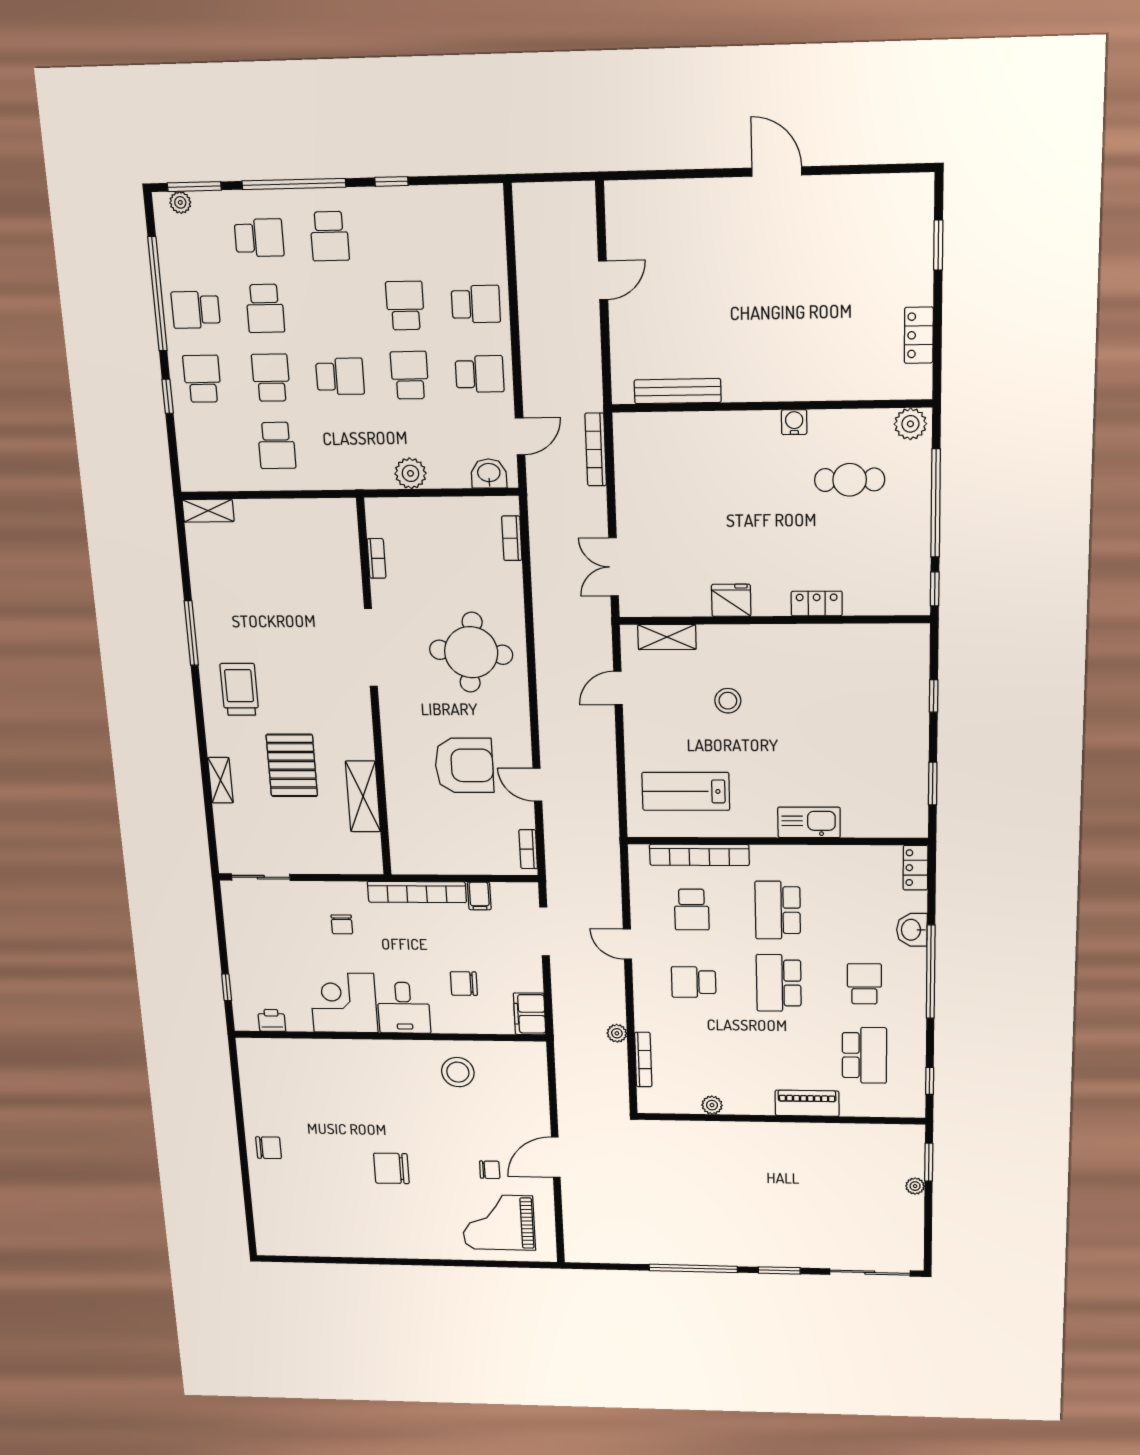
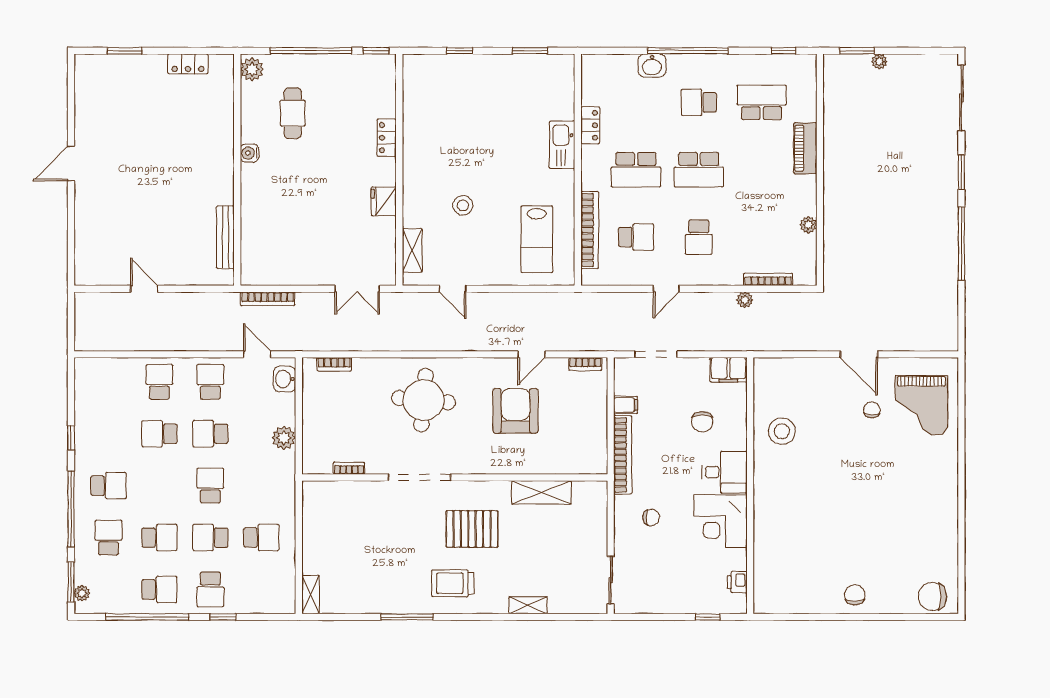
school desk: (196, 310) -> (159, 589), turned -90
school desk: (202, 379) -> (210, 589), turned -90
pallet: (292, 765) -> (472, 529), moved
locker: (915, 868) -> (590, 125), moved, turned -90
chair: (391, 1168) -> (932, 596), moved, turned 90

